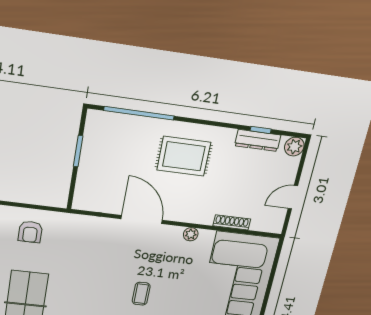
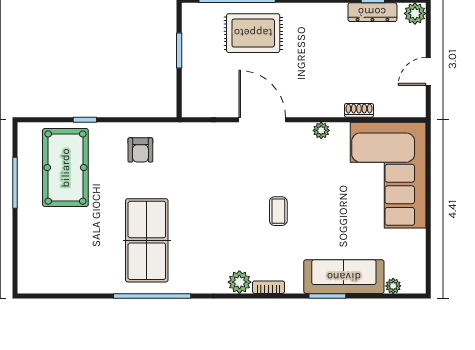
rug: (184, 156) -> (253, 33), moved
shoe rack: (232, 222) -> (359, 110), width x0.70

